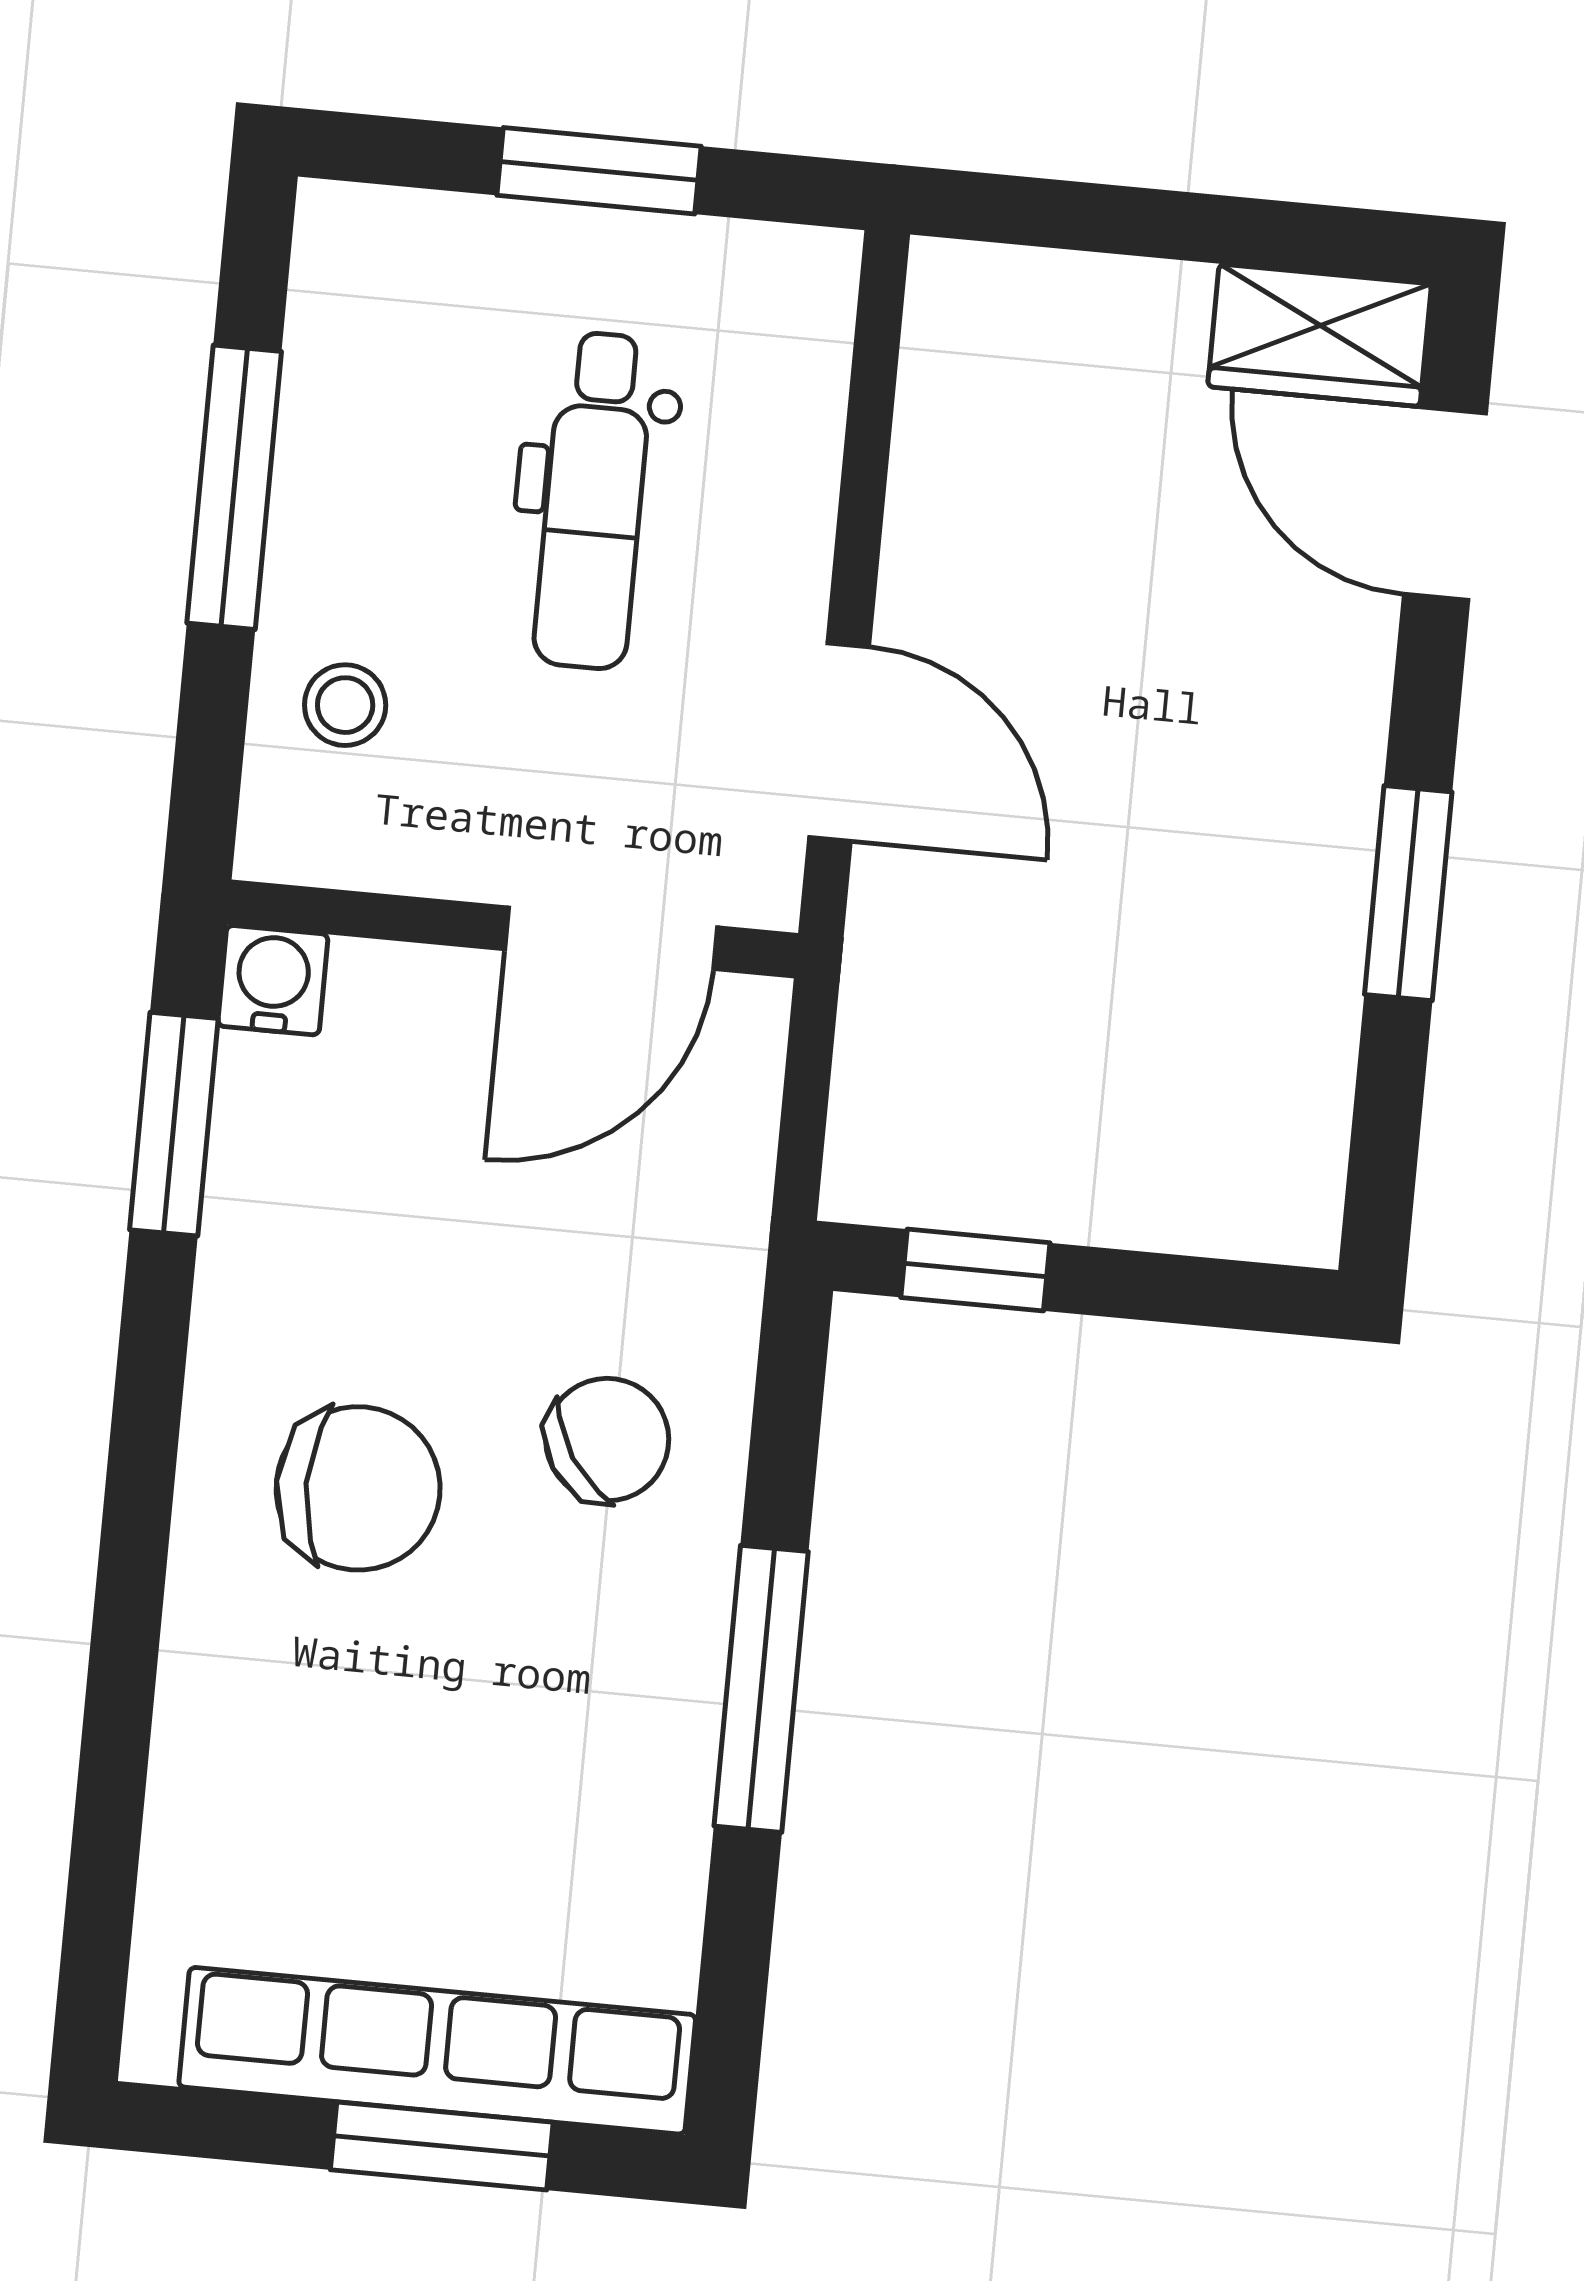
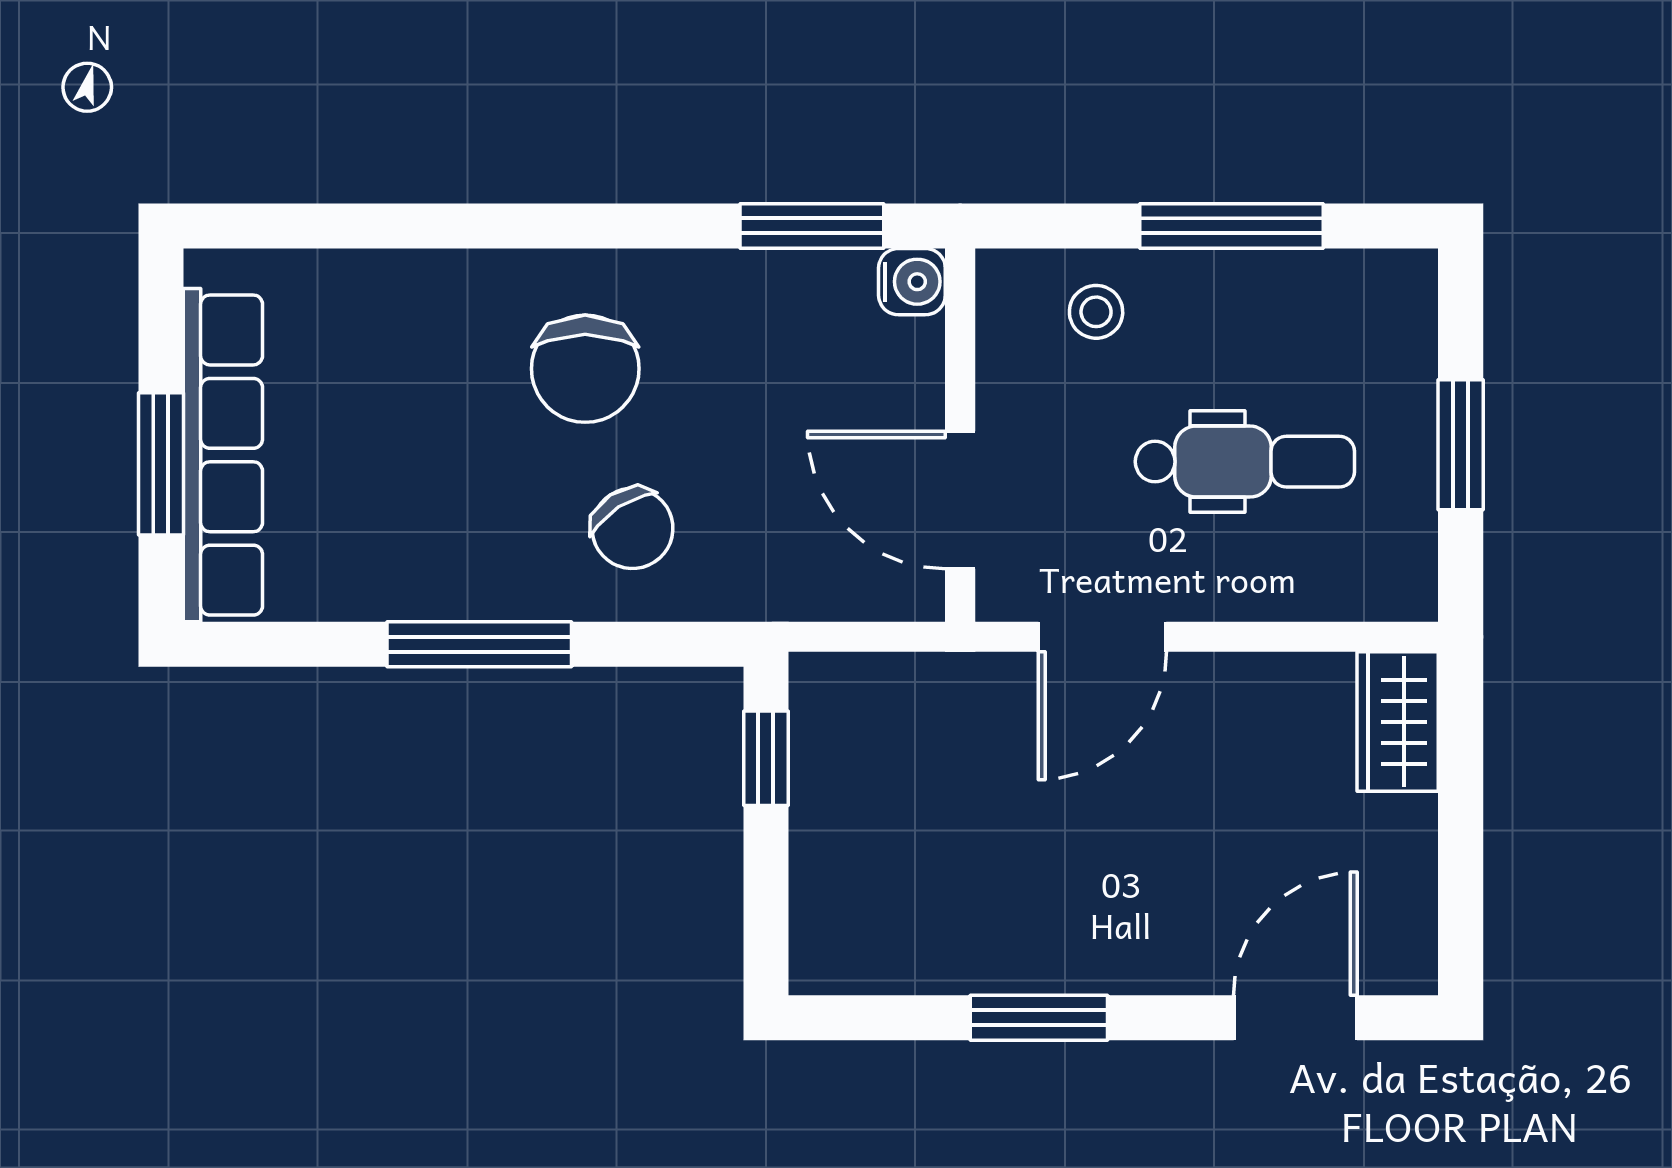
wardrobe: (1320, 335) -> (1398, 722), moved
dental chair: (594, 501) -> (1245, 462), turned 180

